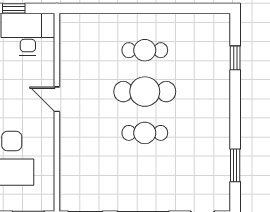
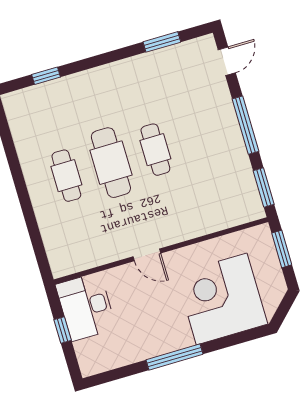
door: (57, 99) -> (147, 255), hinge flipped

